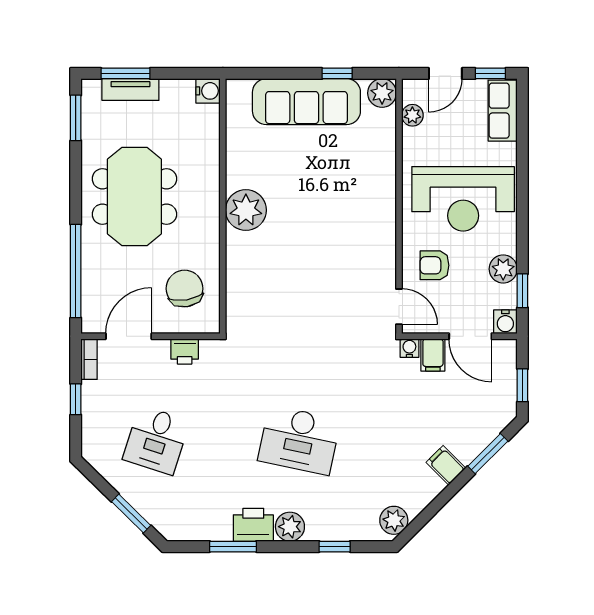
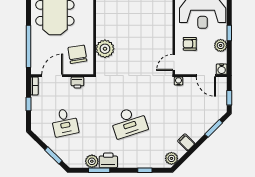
plant: (246, 210) -> (105, 49), moved
window: (522, 291) -> (229, 33), moved
door: (399, 307) -> (174, 62), swing flipped
filing cabinet: (433, 355) -> (189, 84), removed
desk: (156, 440) -> (65, 122), turned -30
desk: (299, 440) -> (129, 122), turned -30
filing cabinet: (446, 465) -> (186, 142), moved
plant: (290, 527) -> (92, 161), moved

